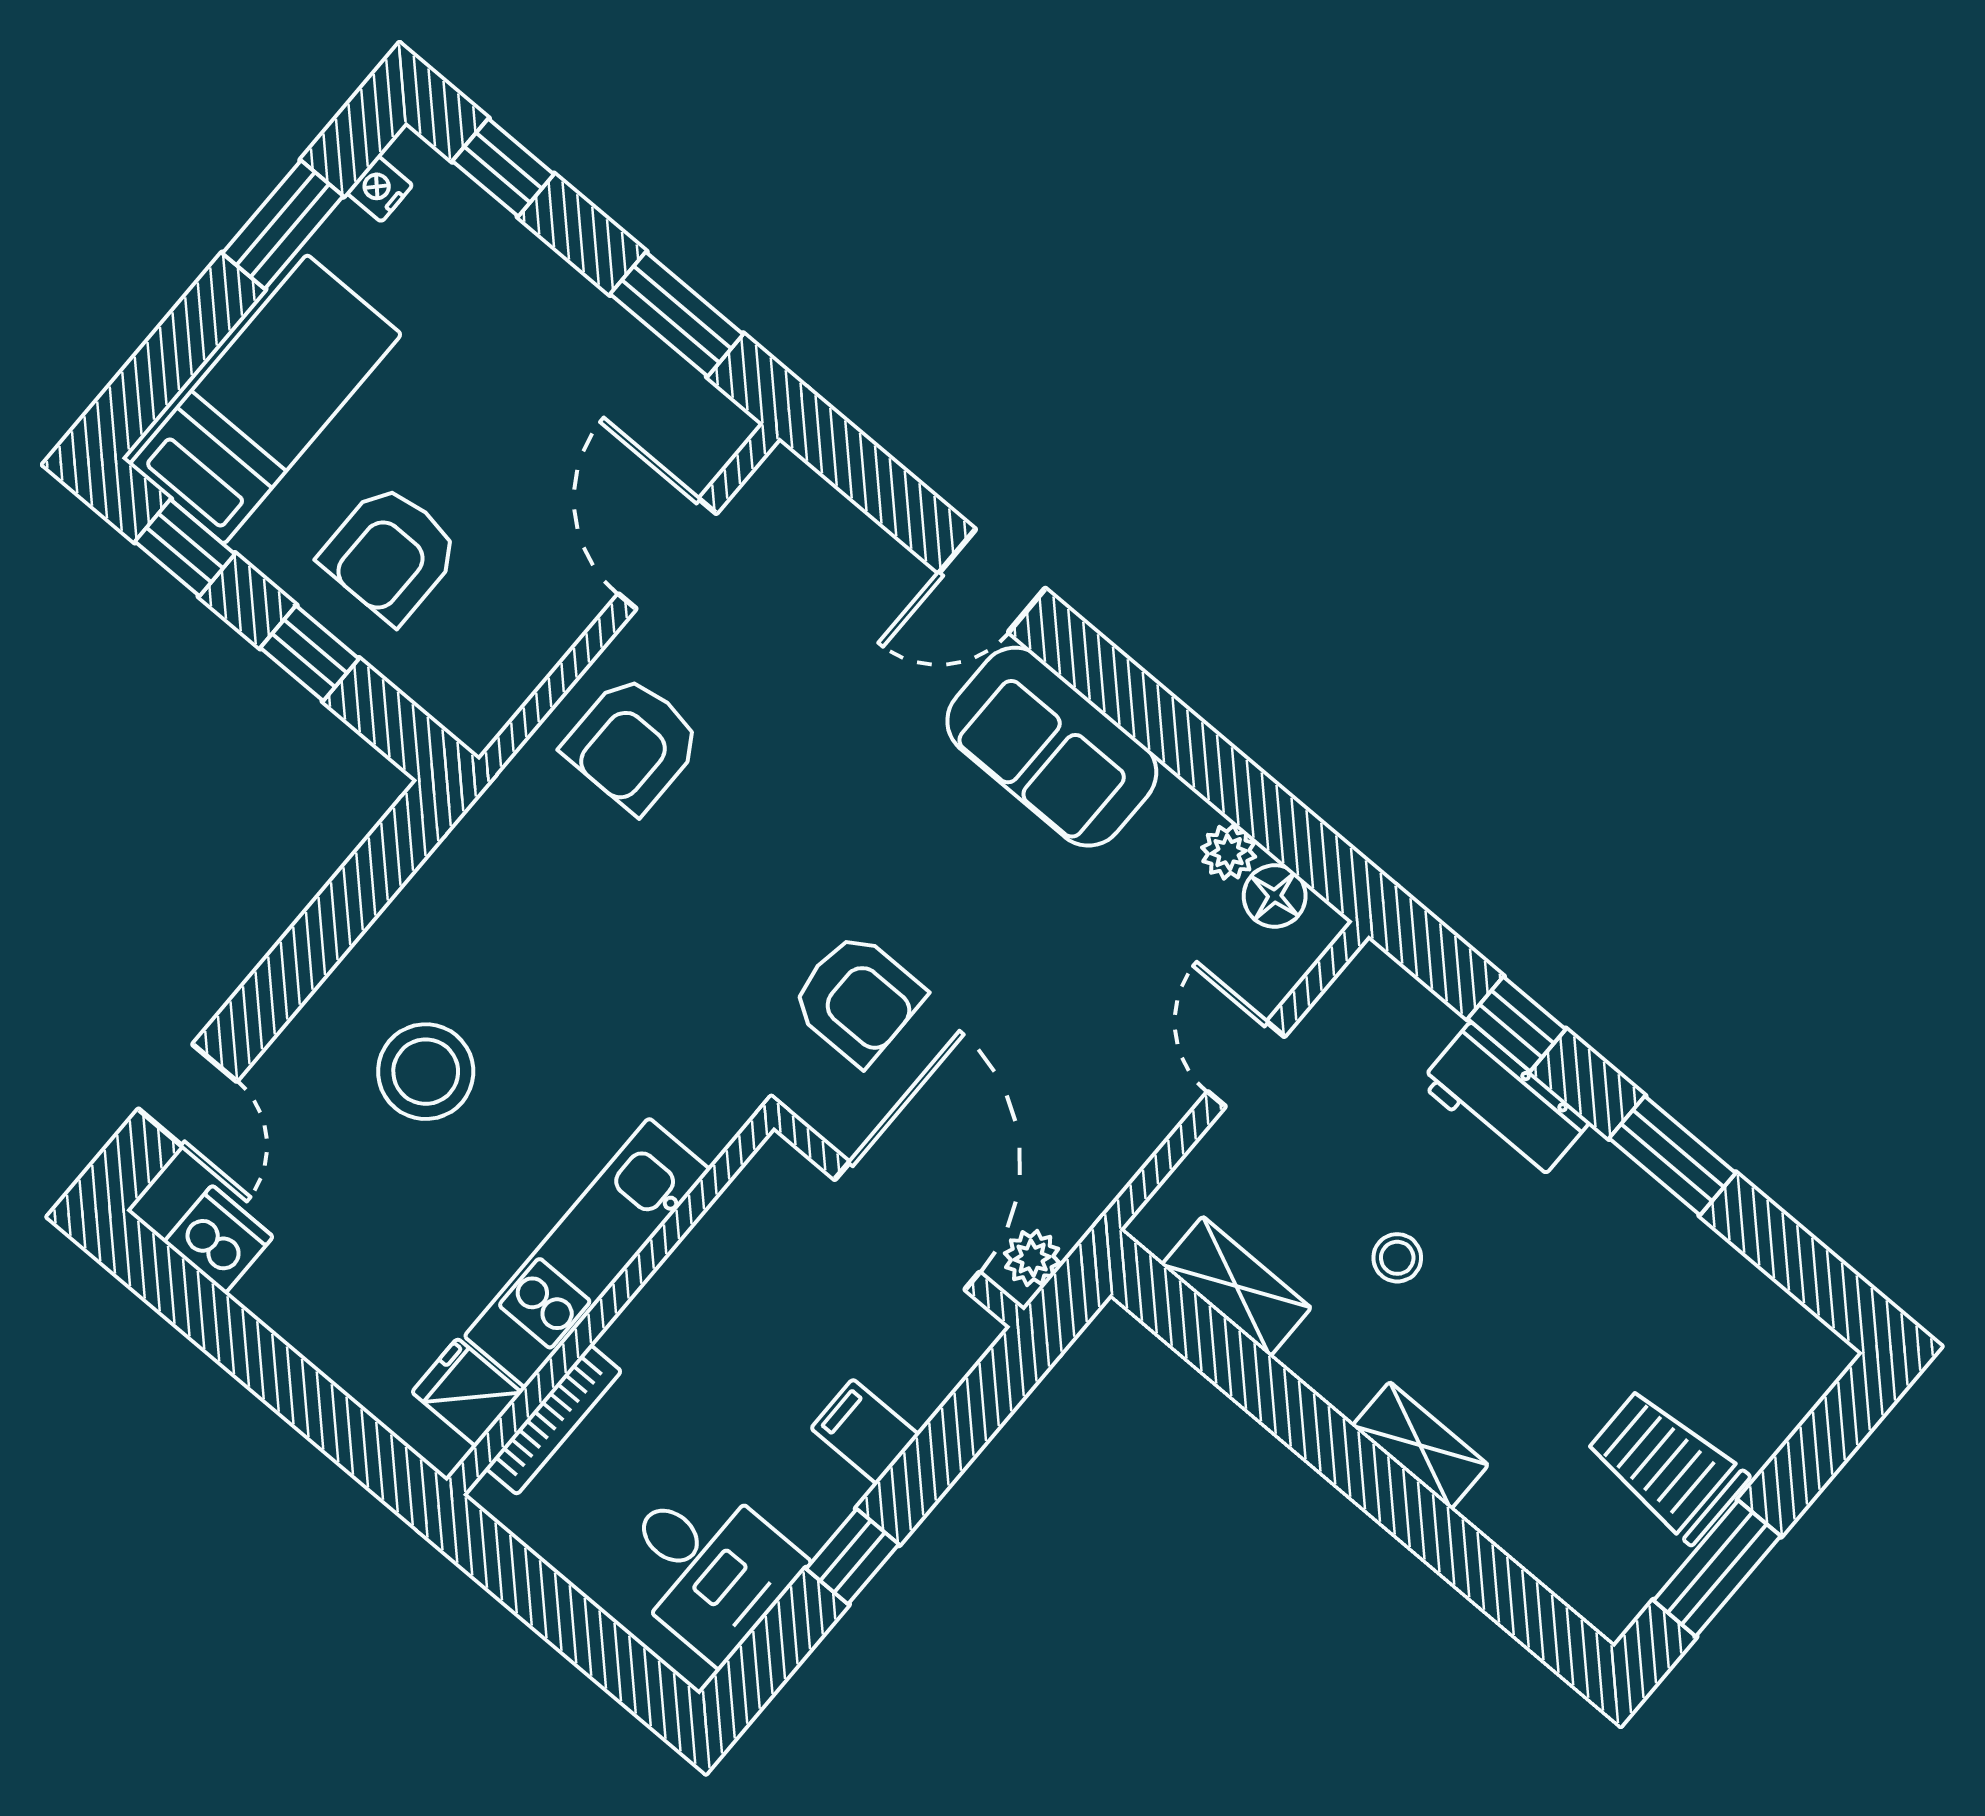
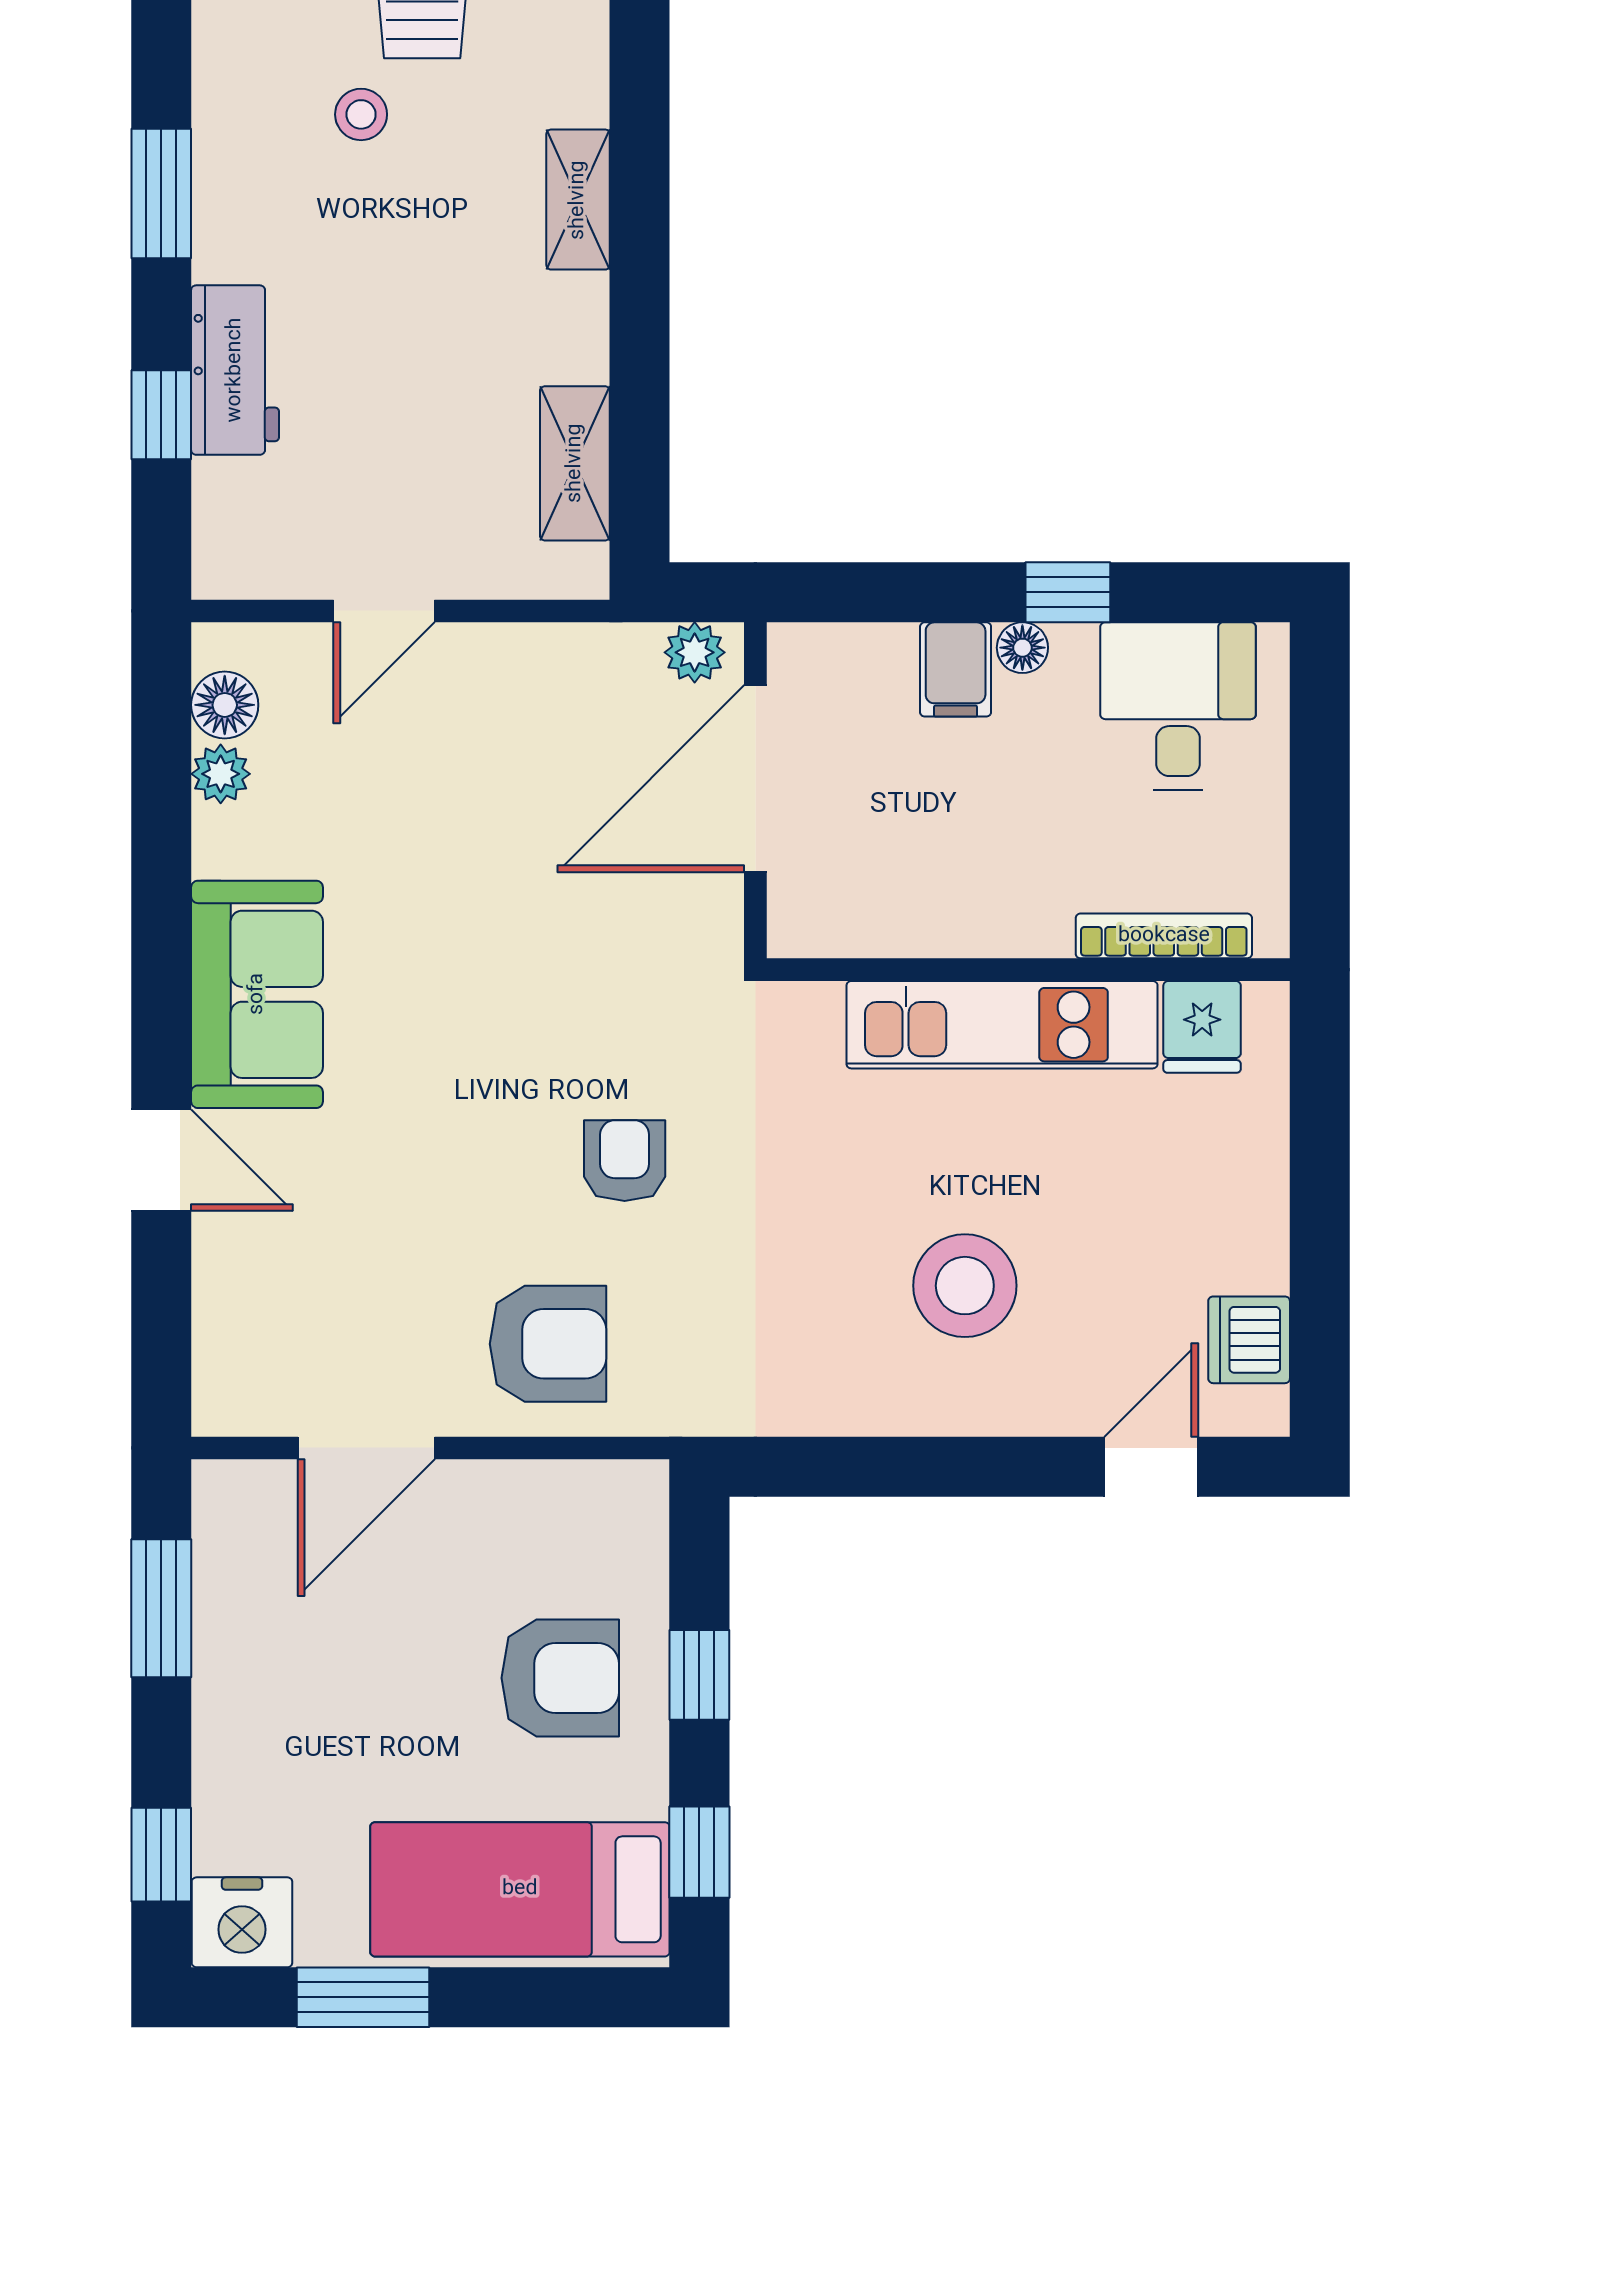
nightstand: (379, 189) -> (242, 1922), width x1.89, depth x1.79
armchair: (857, 999) -> (625, 1161), moved, width x0.72, depth x0.72
stool: (1397, 1258) -> (361, 114), moved
floor lamp: (840, 1492) -> (1022, 648), added

